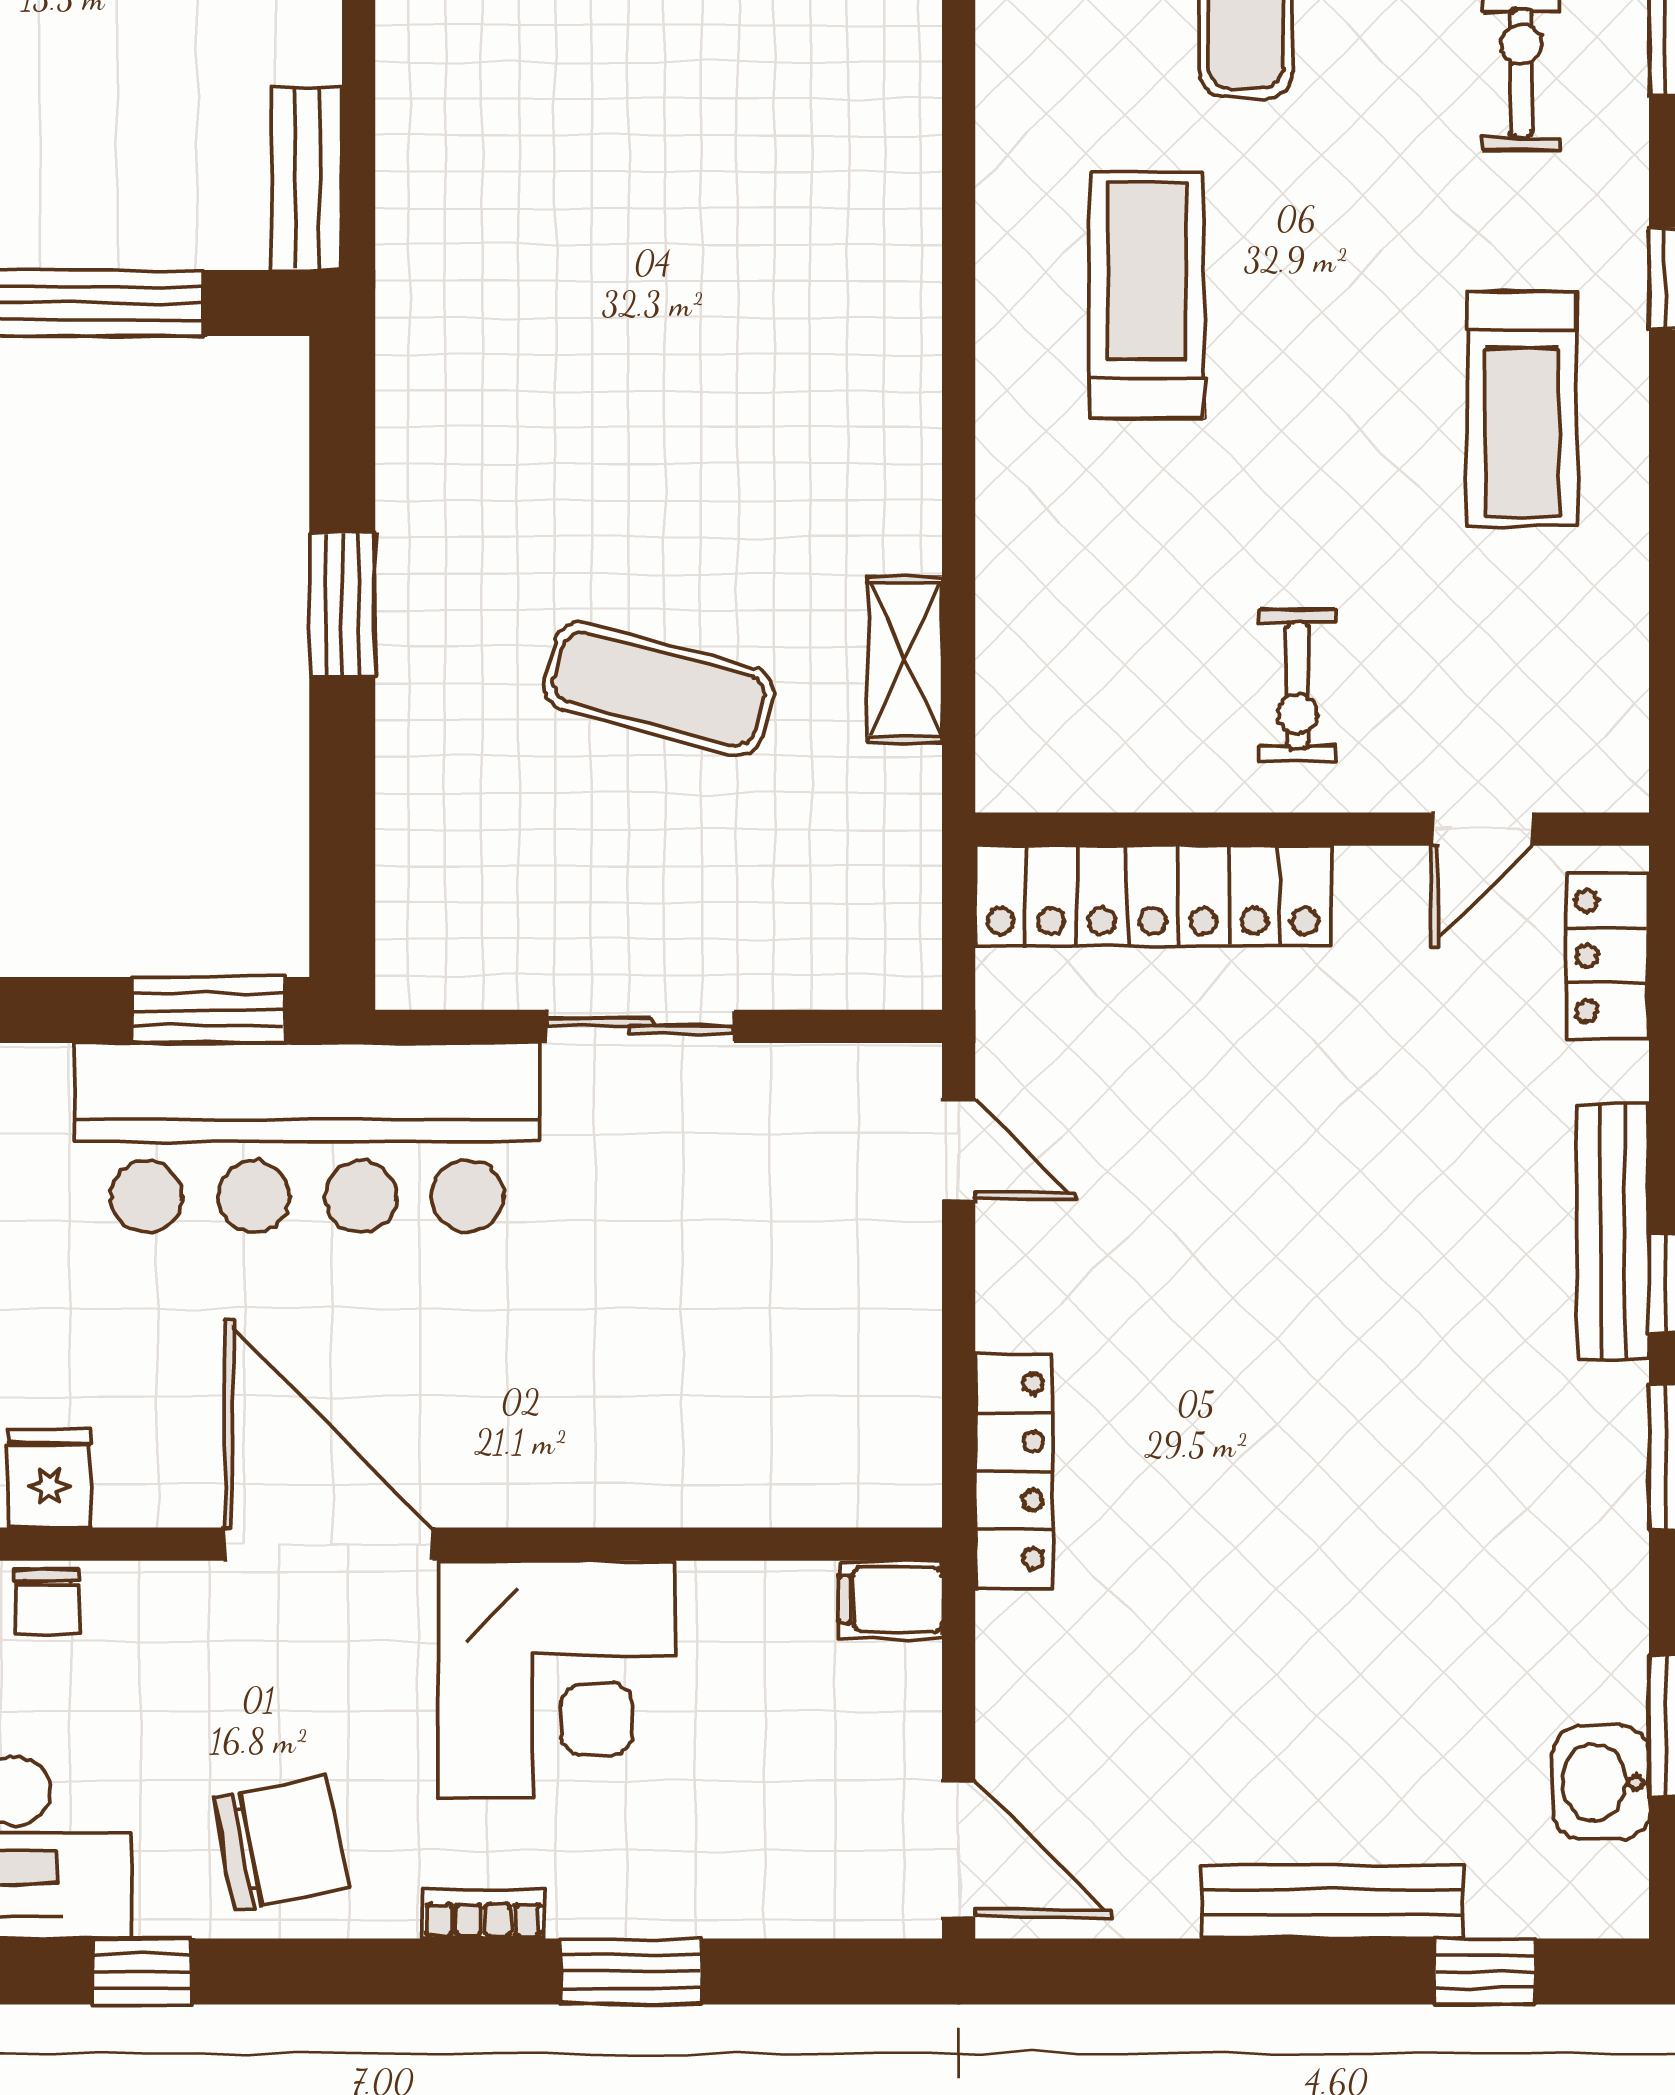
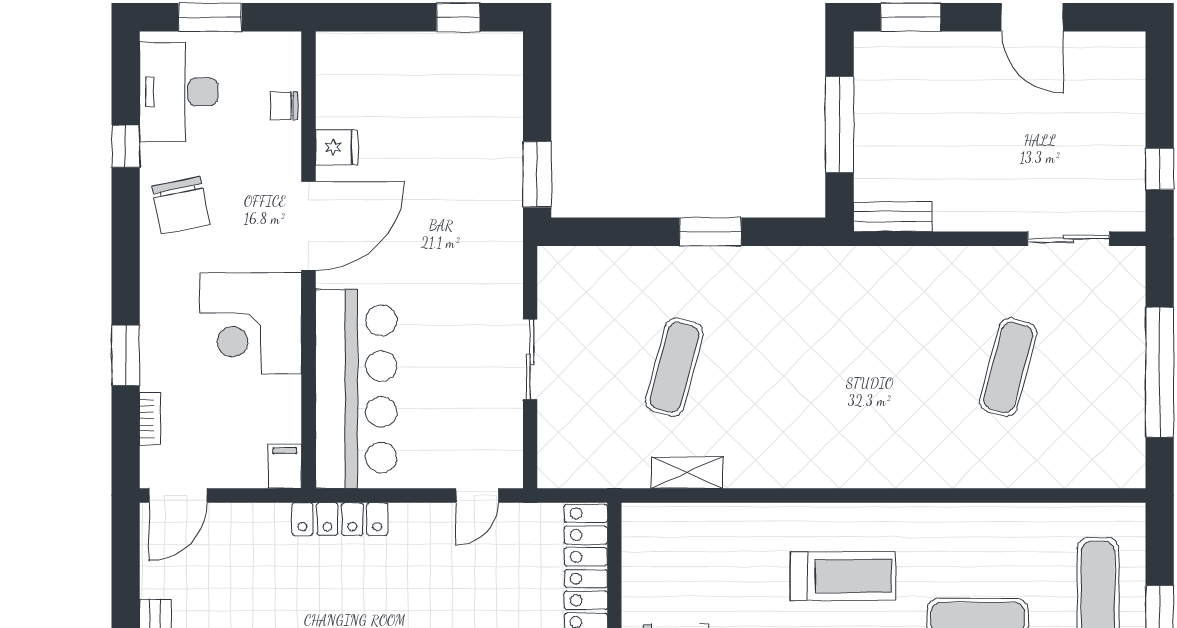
bar counter: (307, 1138) -> (356, 389), moved, turned 180
fridge: (49, 1478) -> (337, 147), moved
bookcase: (483, 1914) -> (150, 418), moved

